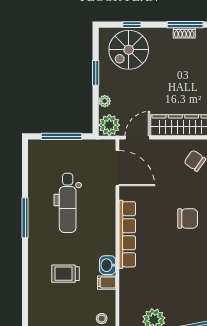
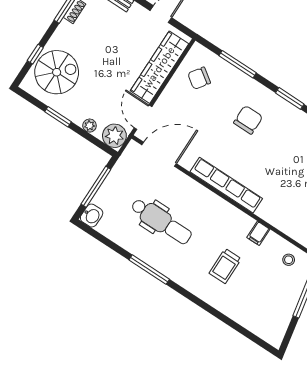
spiral stairs: (129, 50) -> (57, 72), turned -90
washbasin: (108, 265) -> (92, 216), moved, turned -90

